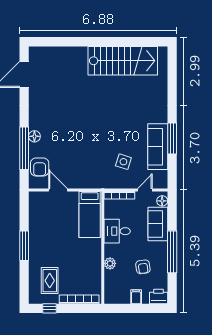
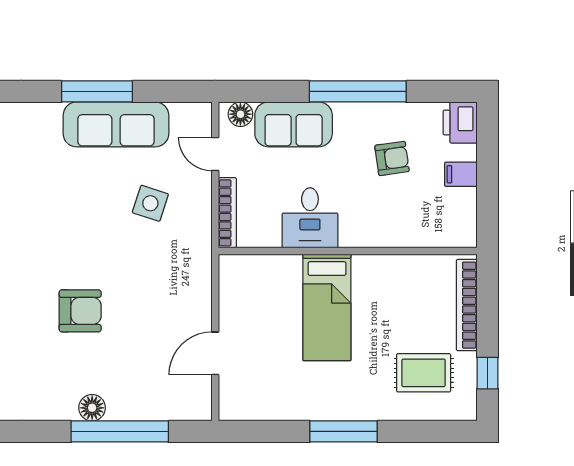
armchair: (40, 167) -> (80, 311), moved
bed: (90, 214) -> (327, 307), moved, turned 90
plant: (110, 263) -> (384, 234), removed

